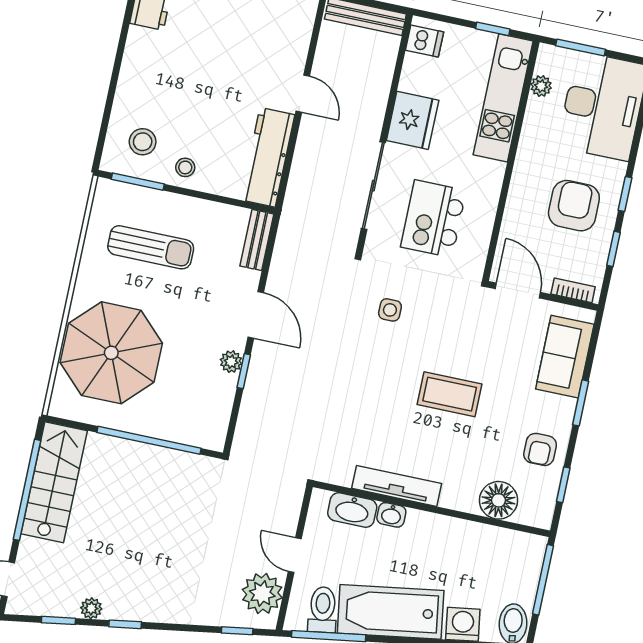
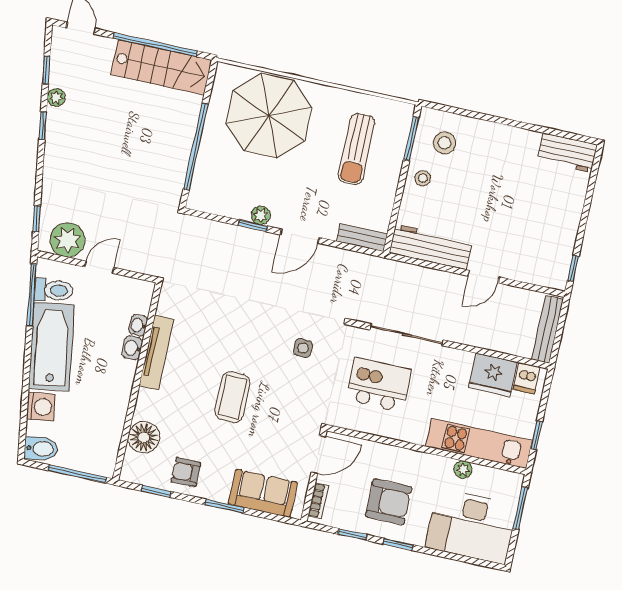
plant: (541, 86) -> (463, 469), moved
fridge: (413, 120) -> (493, 375), moved
washbasin: (352, 510) -> (138, 325), width x0.52, depth x0.69

